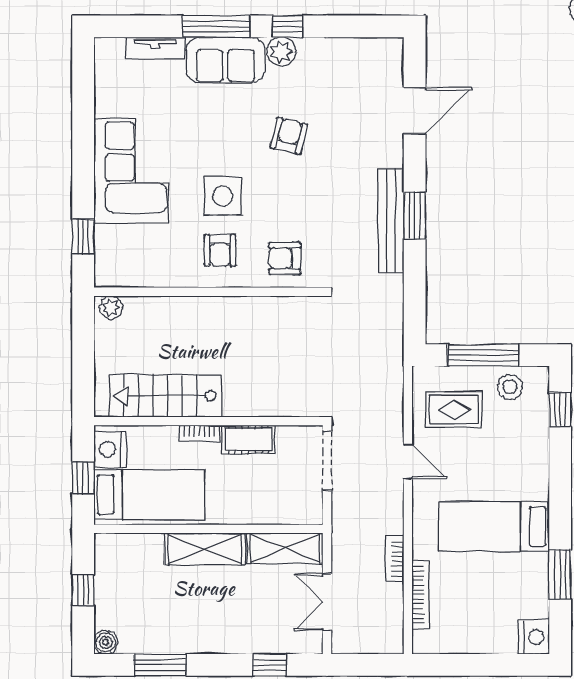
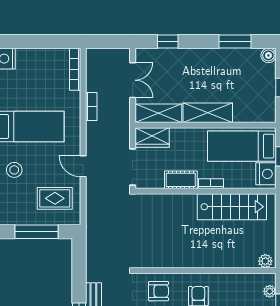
plant: (104, 258) -> (270, 291), added
stool: (510, 387) -> (14, 170), moved
wardrobe: (295, 509) -> (152, 137), added
bookcase: (421, 595) -> (75, 69), moved

